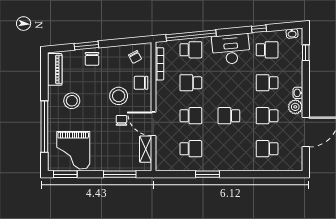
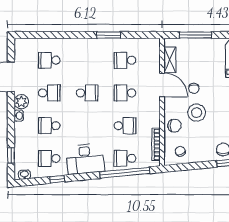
school desk: (267, 83) -> (49, 126), turned 180
school desk: (267, 149) -> (49, 60), turned 180

